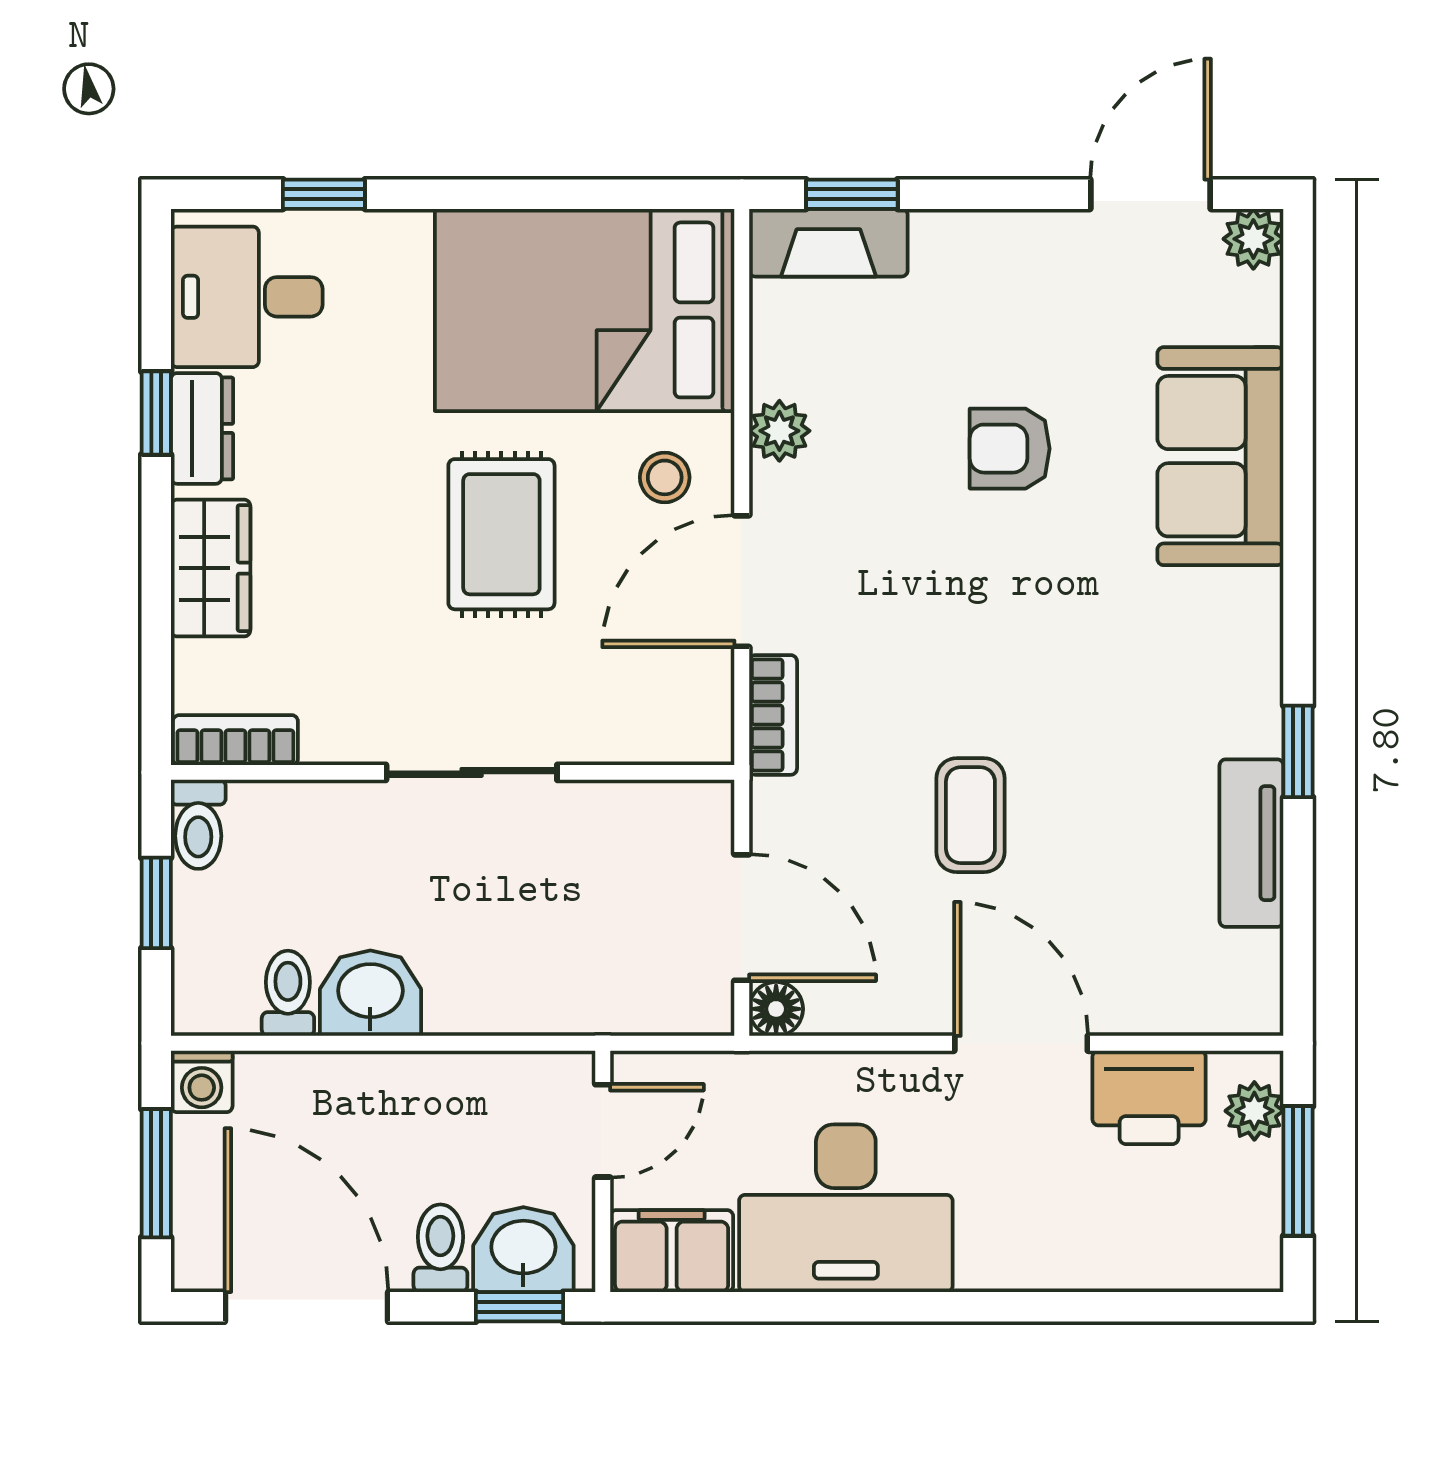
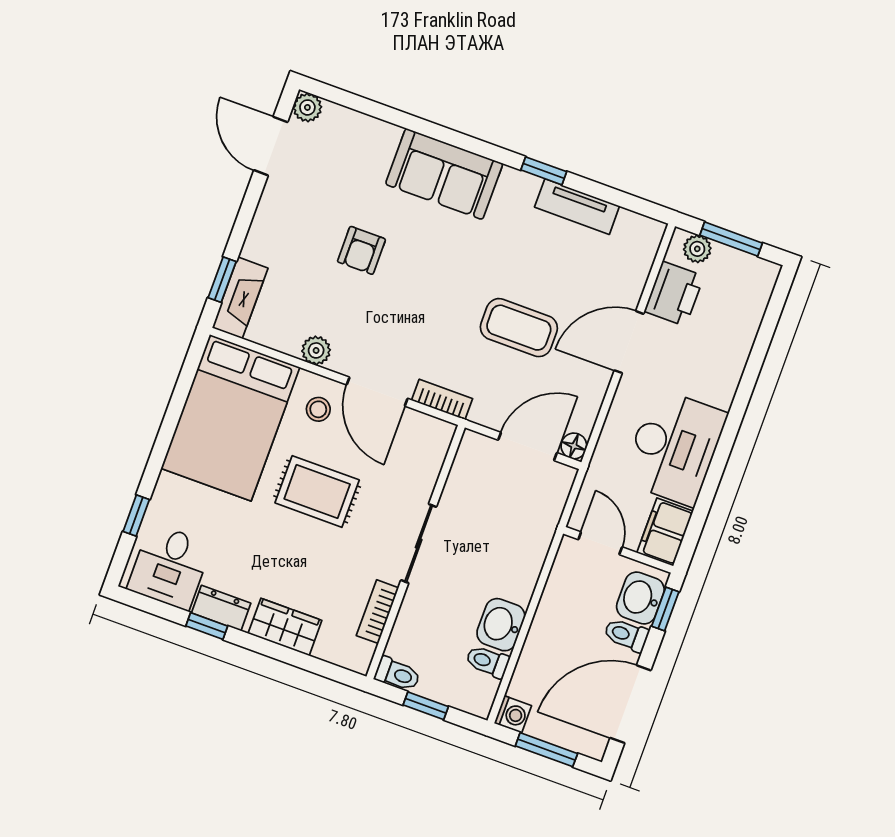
sofa: (1220, 456) -> (444, 174), moved
bookcase: (235, 740) -> (378, 612), moved
coffee table: (970, 815) -> (519, 328), width x1.36, depth x1.30

